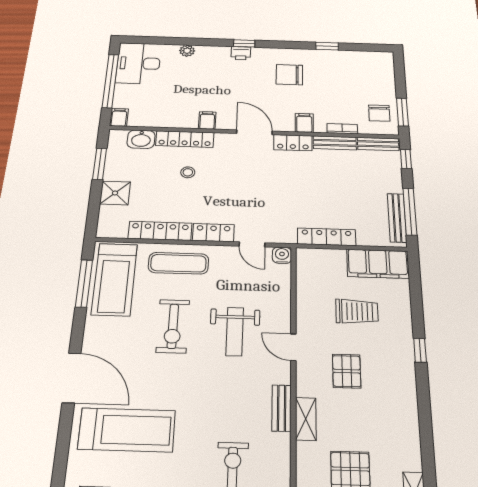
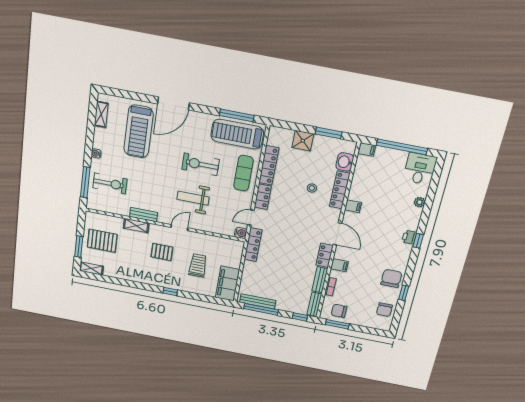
desk: (138, 63) -> (420, 169), width x0.73
chair: (360, 63) -> (384, 310), added
chair: (289, 75) -> (391, 278), moved
door: (254, 132) -> (337, 234), hinge flipped
locker: (327, 237) -> (253, 245), moved
trolley: (357, 311) -> (198, 265), turned 180

